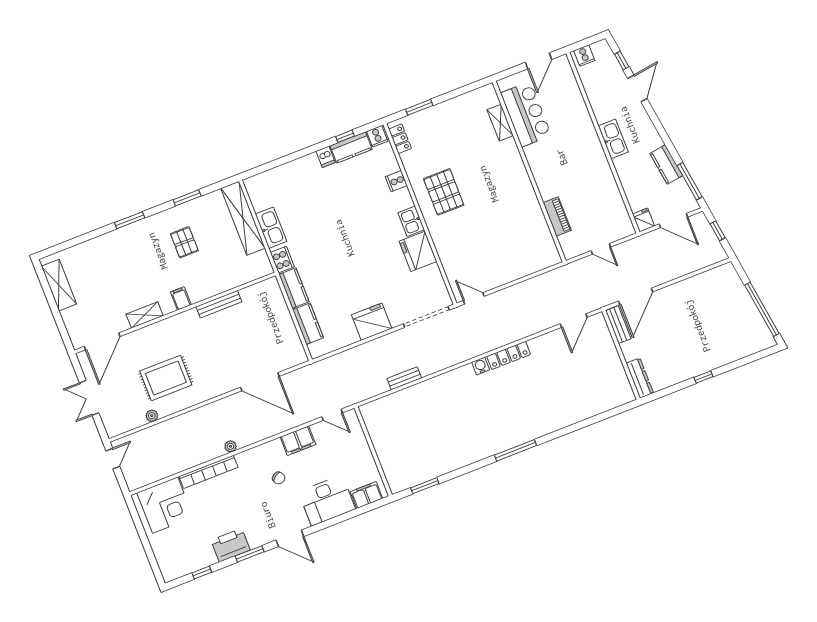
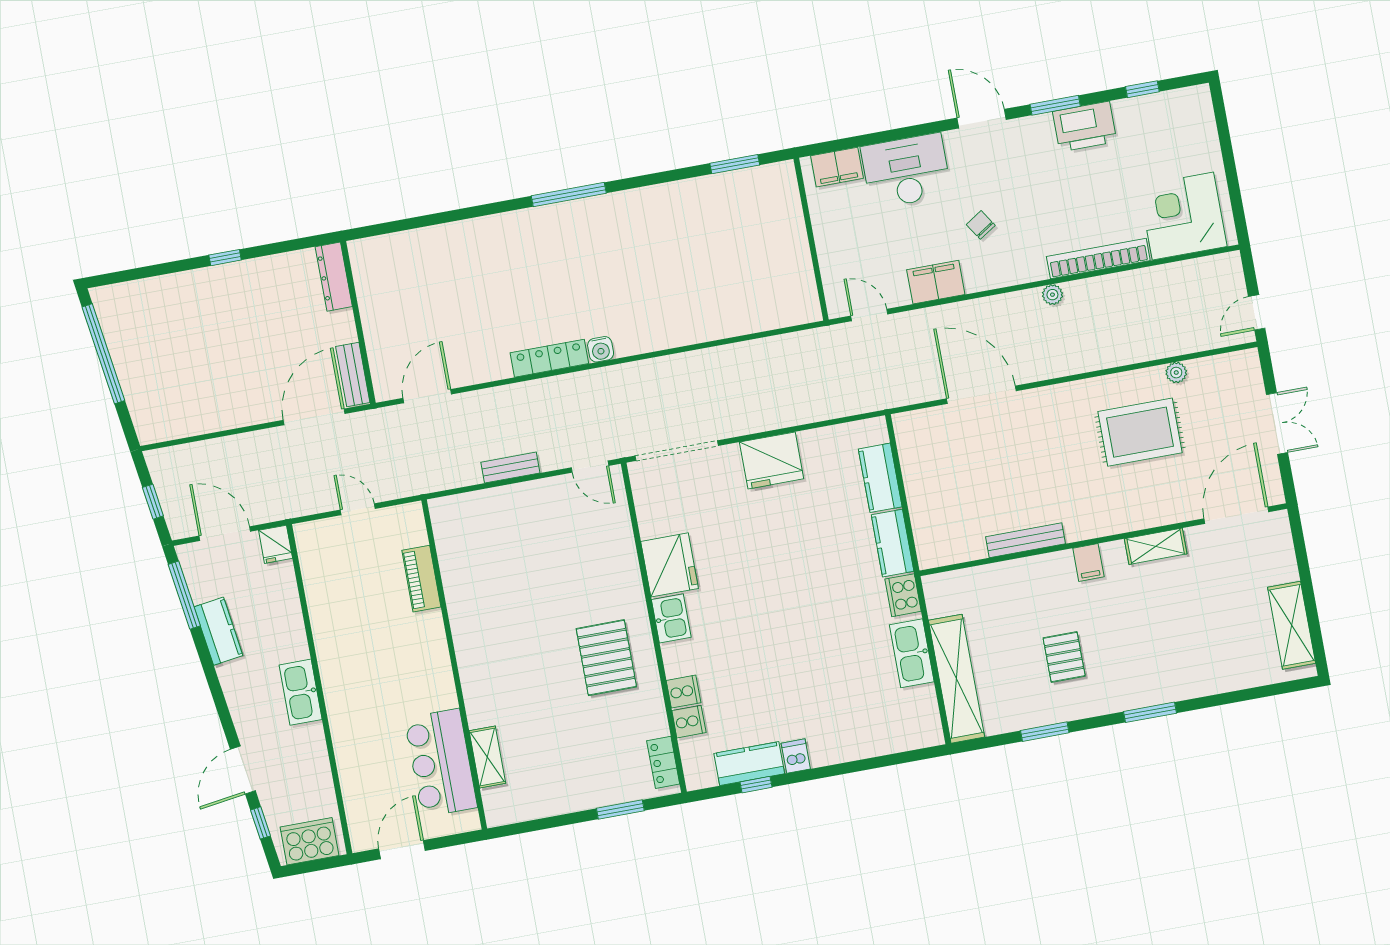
cooker: (584, 56) -> (310, 841), width x1.87, depth x1.31
cooker: (377, 136) -> (689, 722), moved, turned 90
bench: (404, 378) -> (510, 468), moved

